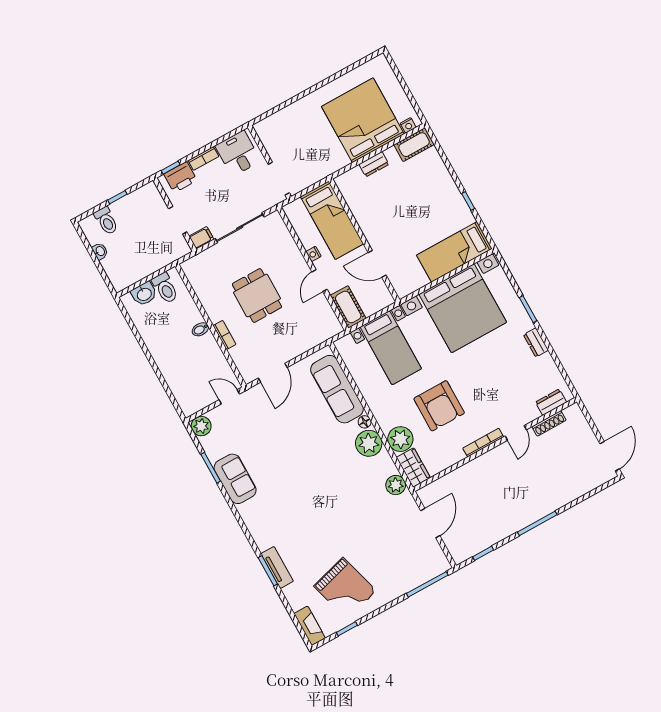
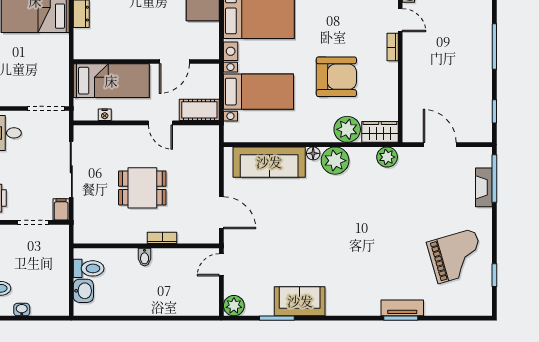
nightstand: (313, 254) -> (105, 115), moved
bookcase: (483, 443) -> (393, 47), width x0.64
fireplace: (310, 626) -> (484, 187), moved, turned -90

